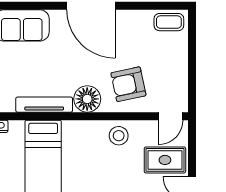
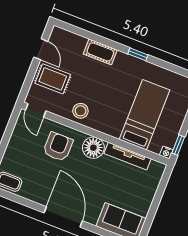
armchair: (128, 84) -> (58, 147), turned -78
door: (170, 116) -> (36, 110), swing flipped

